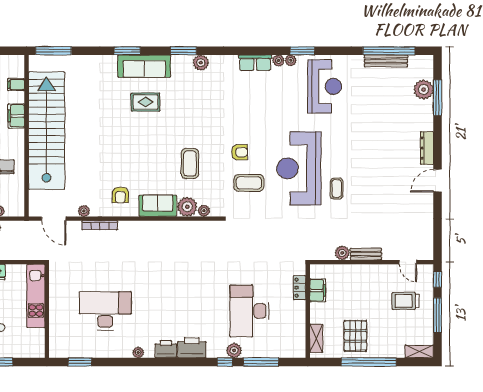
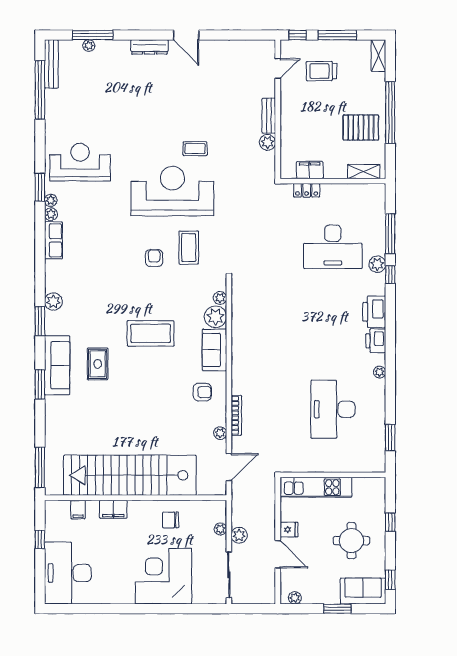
bench: (386, 61) -> (51, 64), moved
plant: (424, 90) -> (89, 46), width x0.53, depth x0.53
coffee table: (190, 164) -> (151, 333), moved, width x1.36, depth x1.32
reception desk: (299, 168) -> (172, 191), turned 180
trolley: (406, 301) -> (322, 71), turned 90

